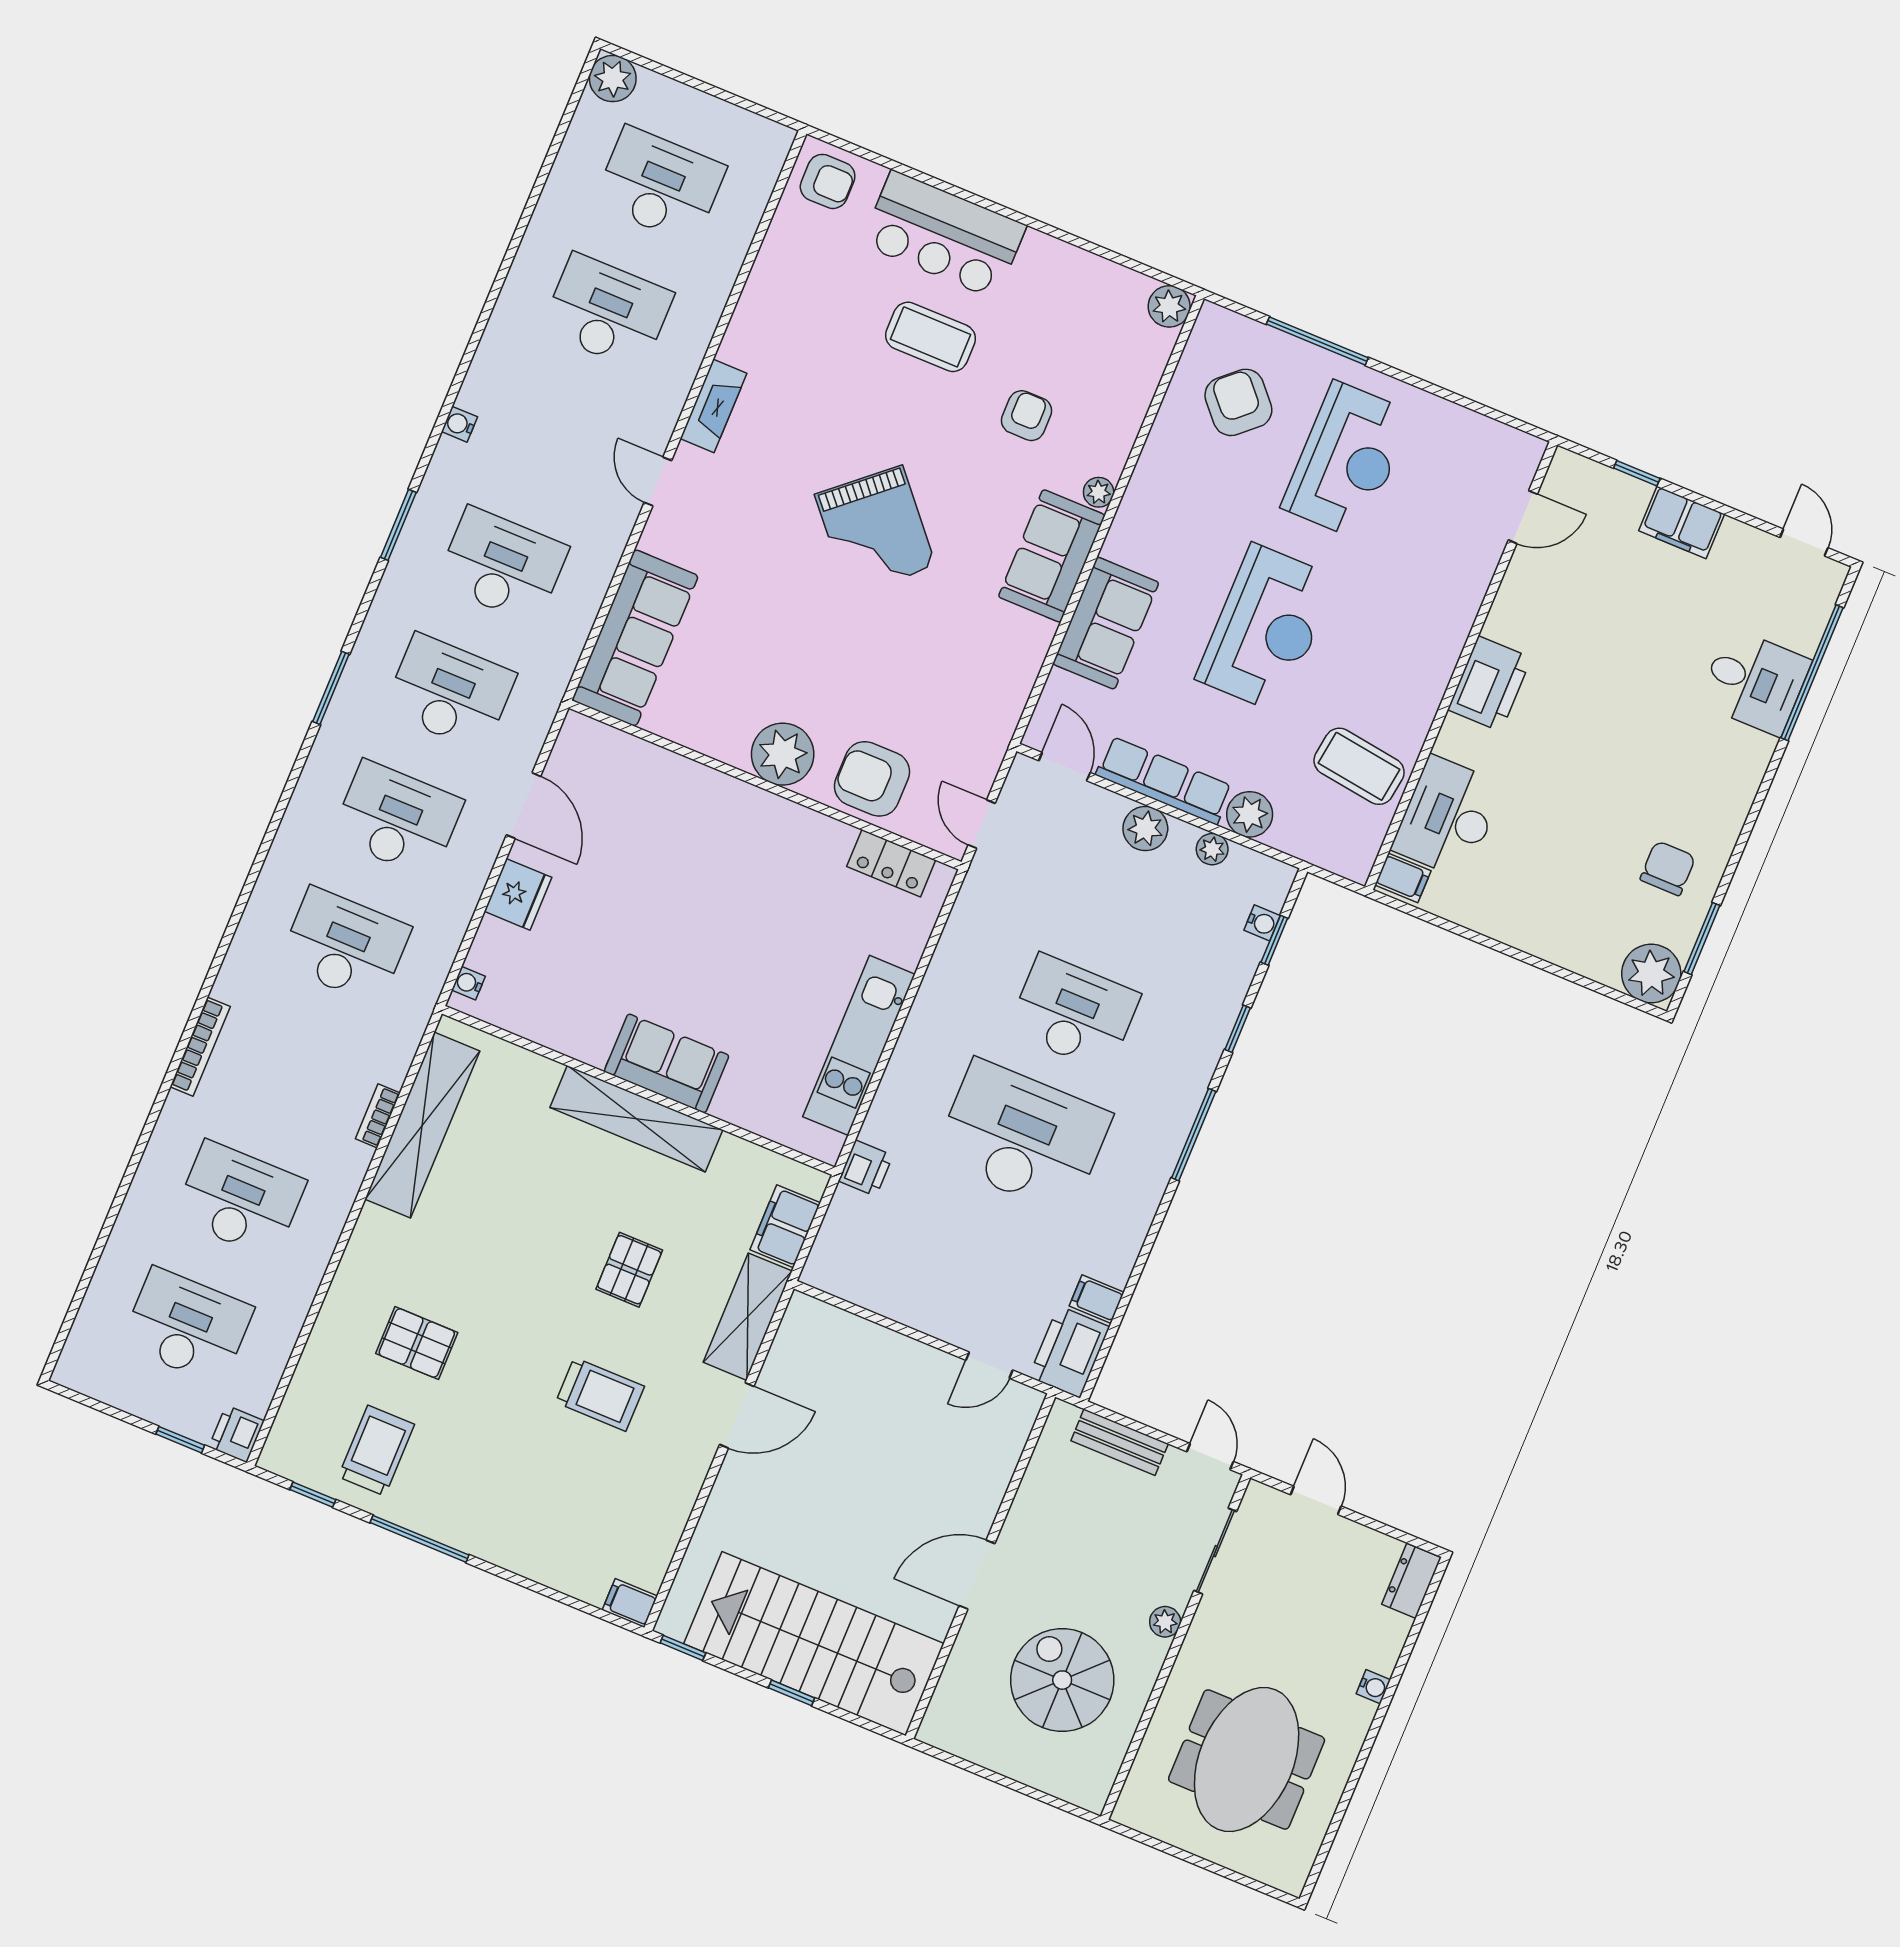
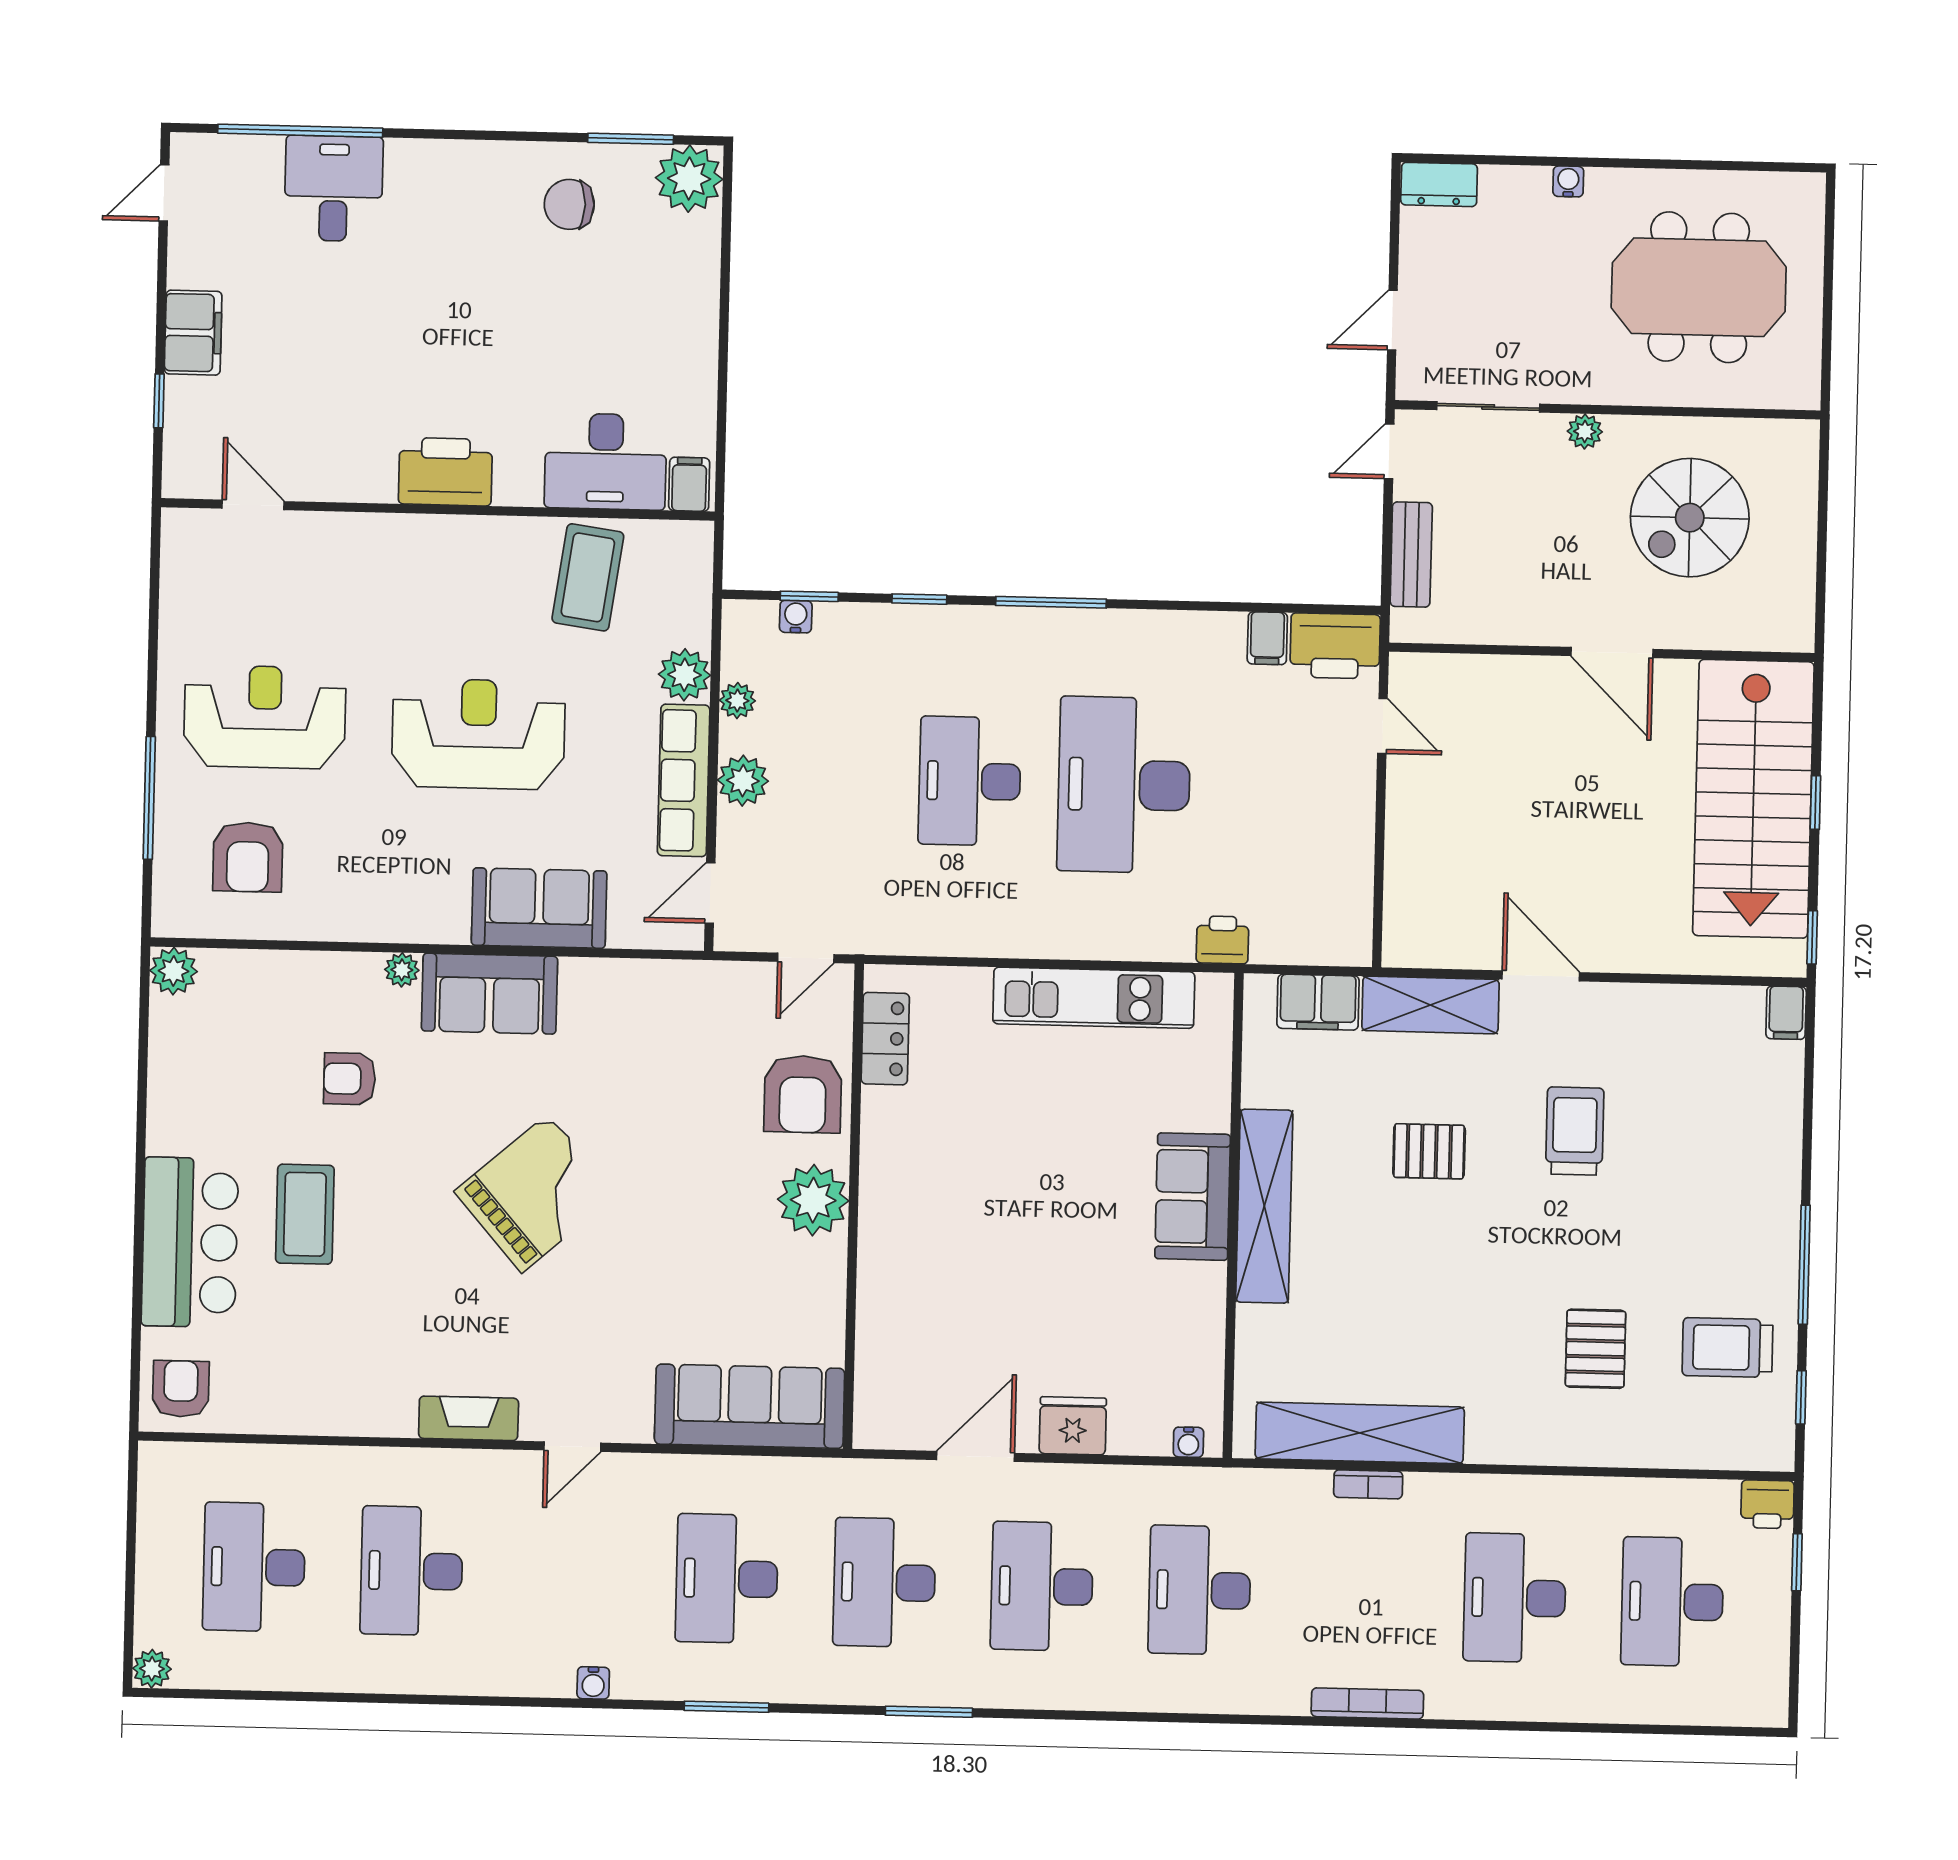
plant: (613, 79) -> (152, 1669), width x0.73, depth x0.73
armchair: (1238, 402) -> (248, 857), turned -48

